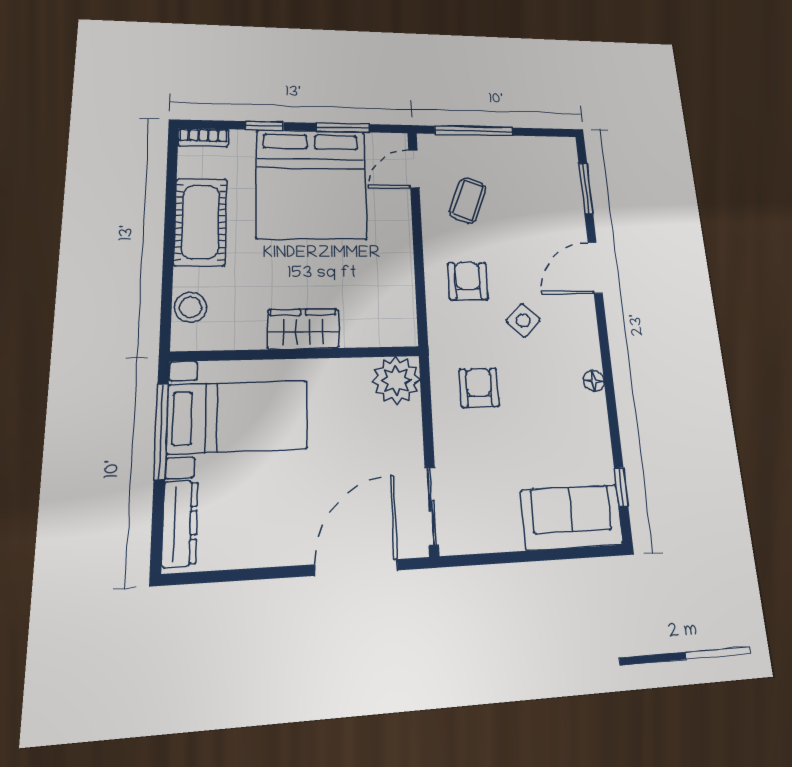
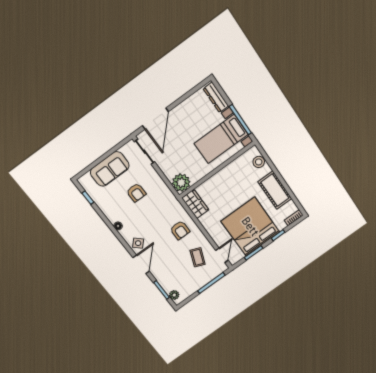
plant: (566, 161) -> (174, 295), added
side table: (523, 320) -> (138, 243), moved
wardrobe: (303, 329) -> (195, 204), moved, turned -90
armchair: (479, 388) -> (136, 193), moved
sofa: (572, 517) -> (110, 169), moved

